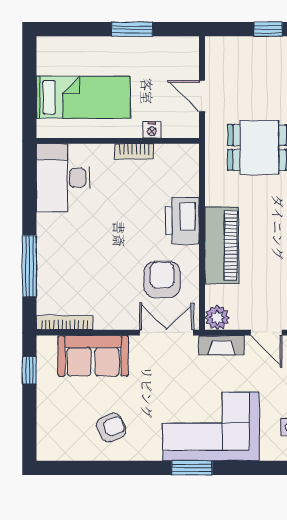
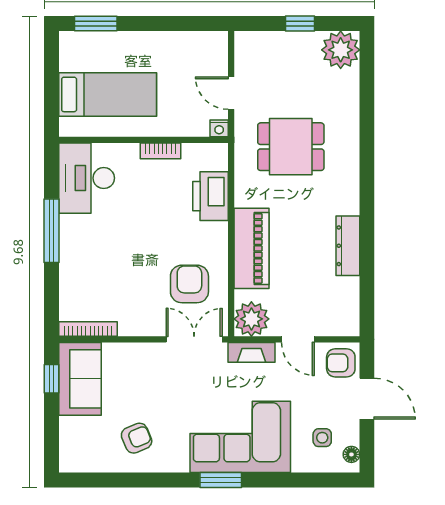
window: (132, 29) -> (96, 24), moved
nightstand: (152, 130) -> (219, 128), moved
printer: (182, 221) -> (211, 196), moved
window: (29, 266) -> (52, 231), moved
plant: (217, 318) -> (251, 319), width x1.36, depth x1.36
sofa: (93, 356) -> (80, 379), moved, turned -90

